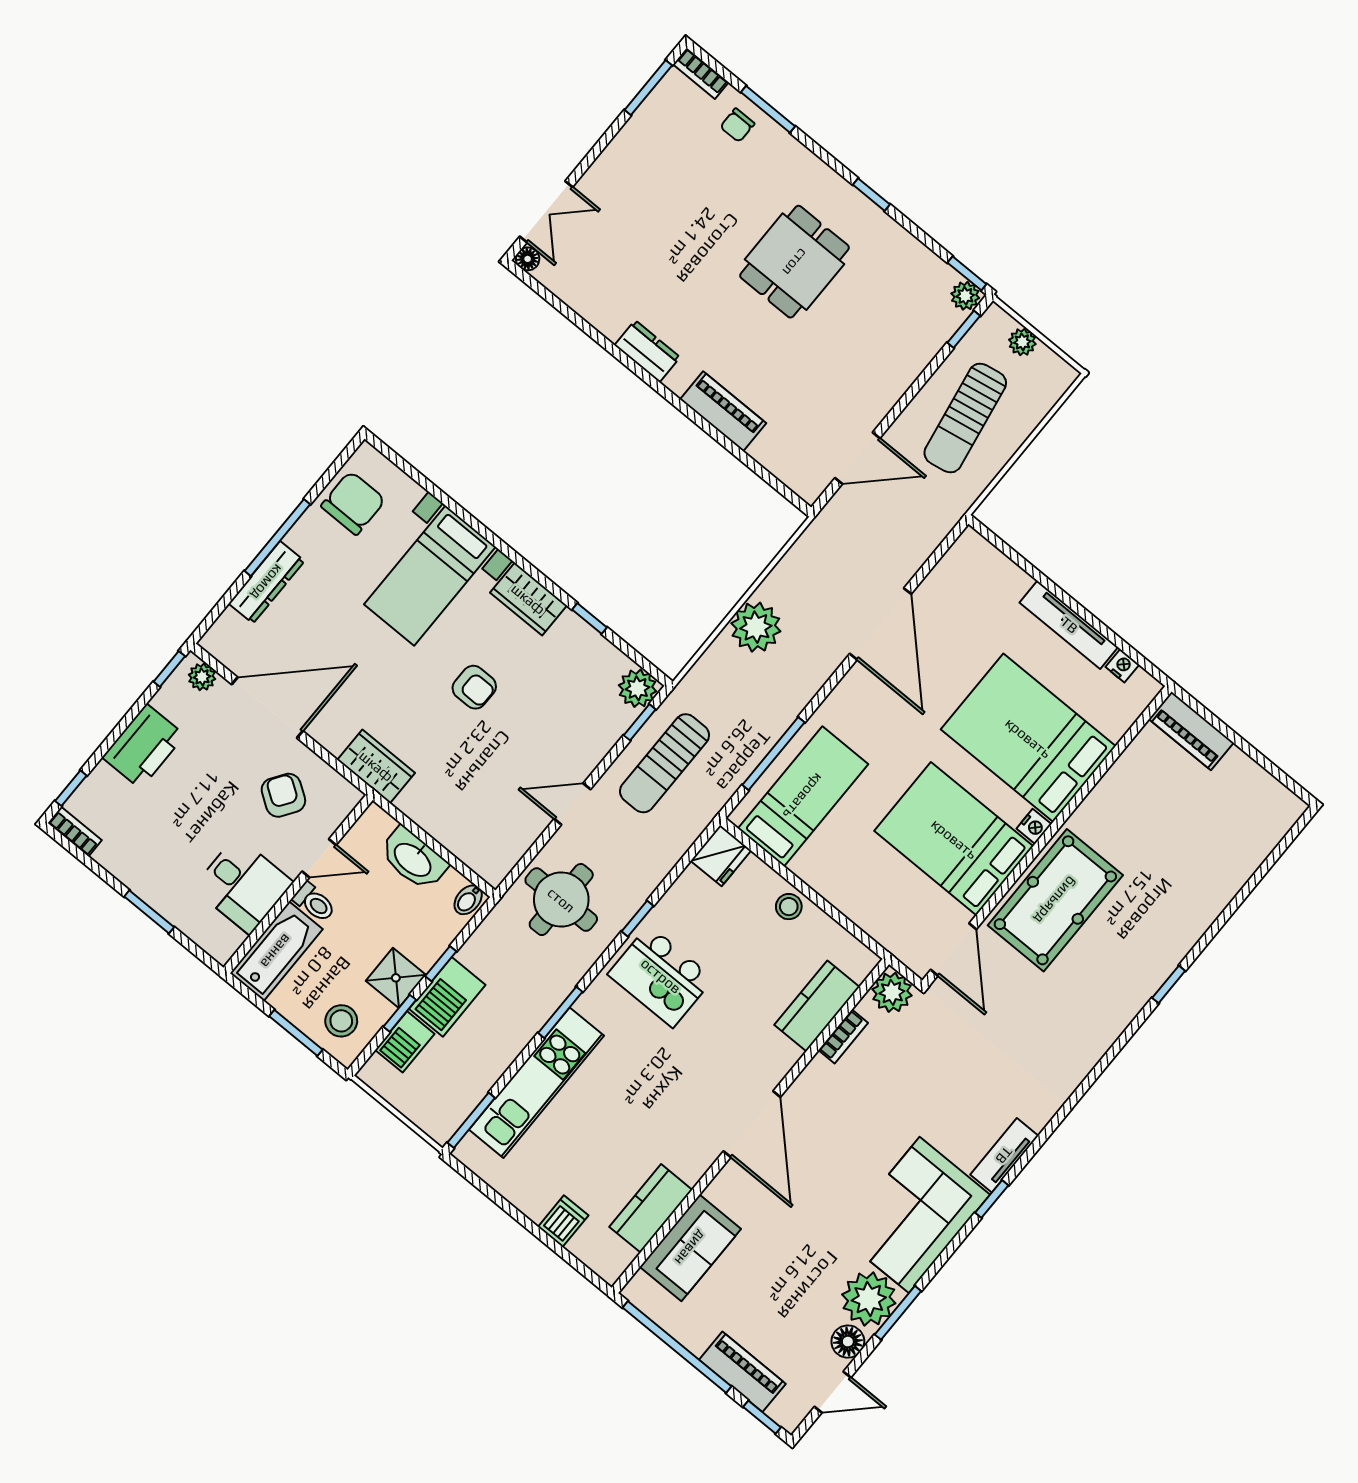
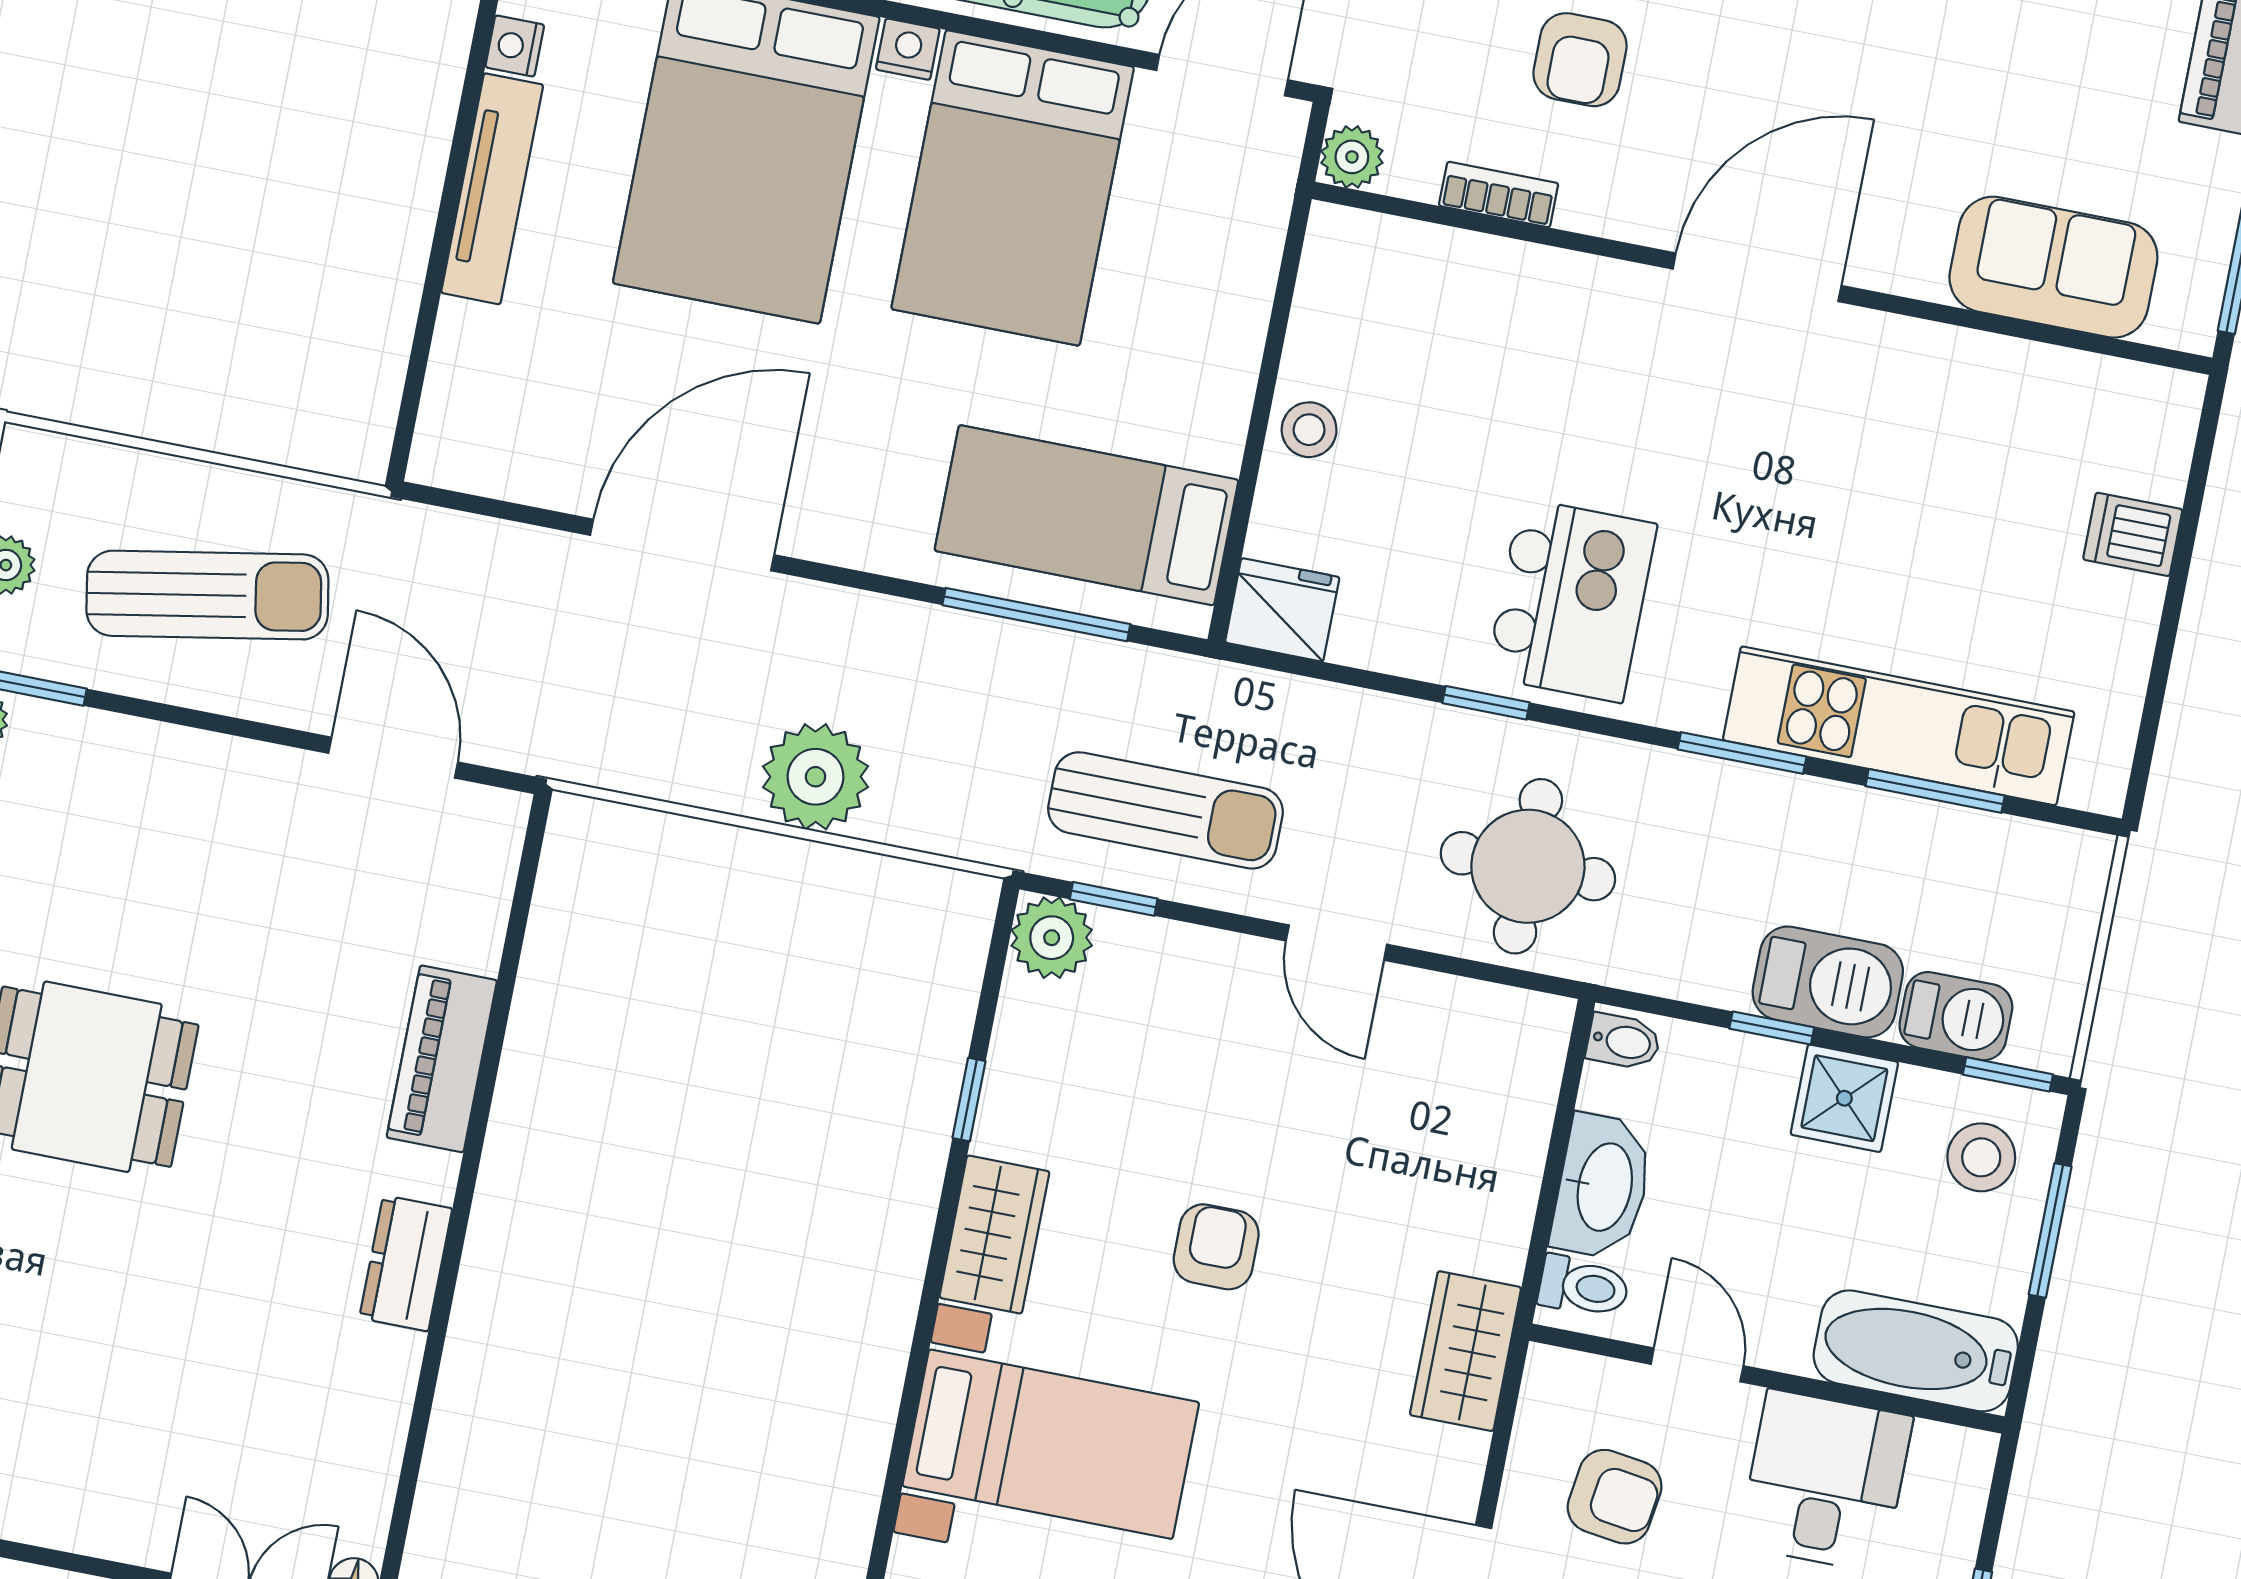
armchair: (283, 795) -> (1615, 1497), turned -116
toilet: (314, 902) -> (1584, 1287), moved, turned 90
plant: (892, 992) -> (1352, 157), width x0.73, depth x0.73
kitchen counter: (817, 1006) -> (1468, 275), removed
window: (400, 1013) -> (2008, 1074), moved
armchair: (880, 1100) -> (1580, 60), added
window: (471, 1120) -> (1935, 791), moved
kitchen counter: (651, 1208) -> (2019, 382), removed

